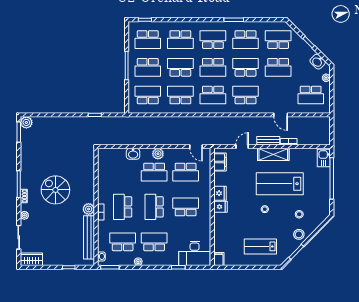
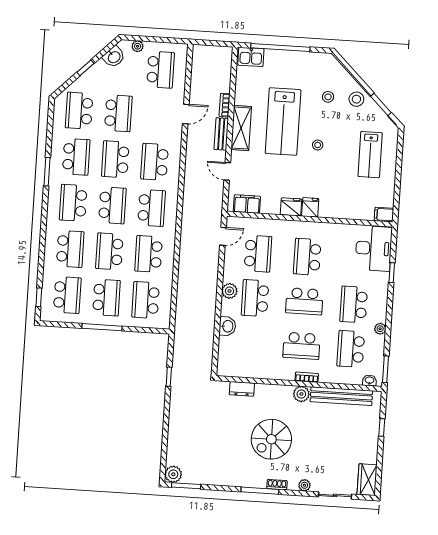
dresser: (90, 167) -> (242, 389), added
school desk: (154, 172) -> (255, 298), turned 180

